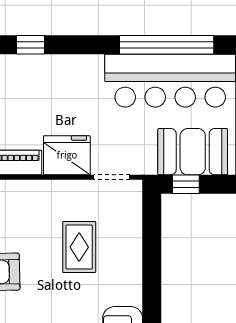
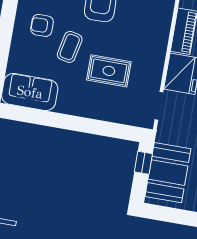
coffee table: (58, 301) -> (70, 47), added

